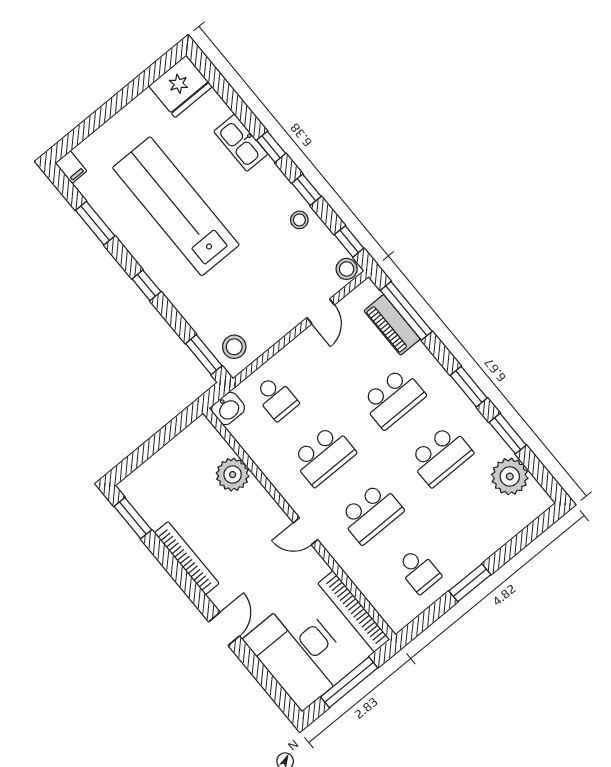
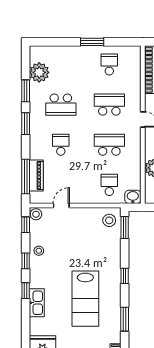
lab bench: (176, 206) -> (85, 299), width x0.73
school desk: (393, 398) -> (61, 145), width x0.54
school desk: (441, 456) -> (61, 105), turned 180

